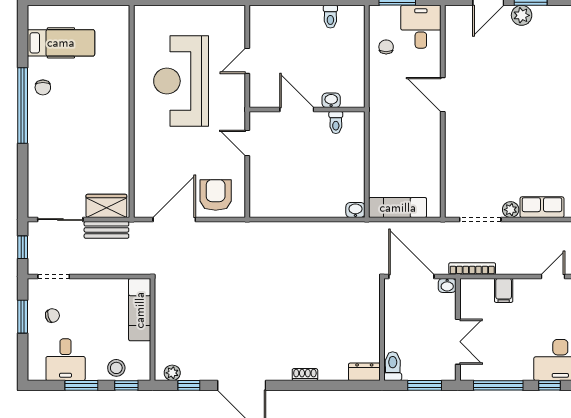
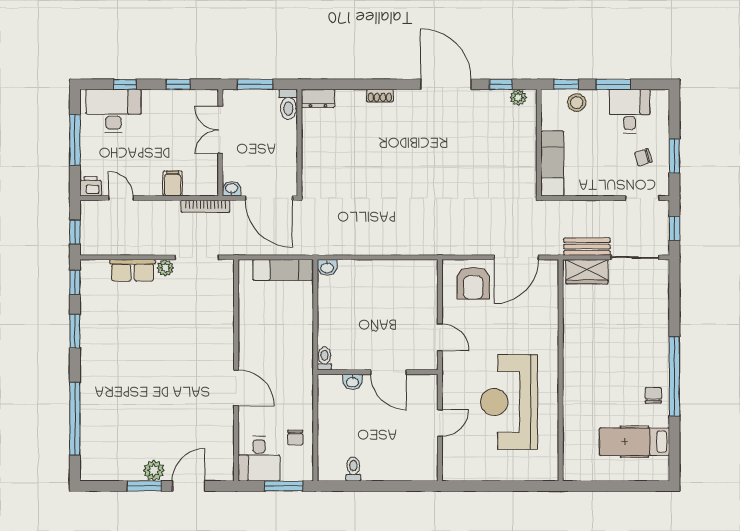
reception desk: (181, 81) -> (509, 402), turned 180
toilet: (336, 123) -> (324, 359), moved
door: (553, 276) -> (121, 198), swing flipped
window: (498, 385) -> (178, 84), width x0.46

